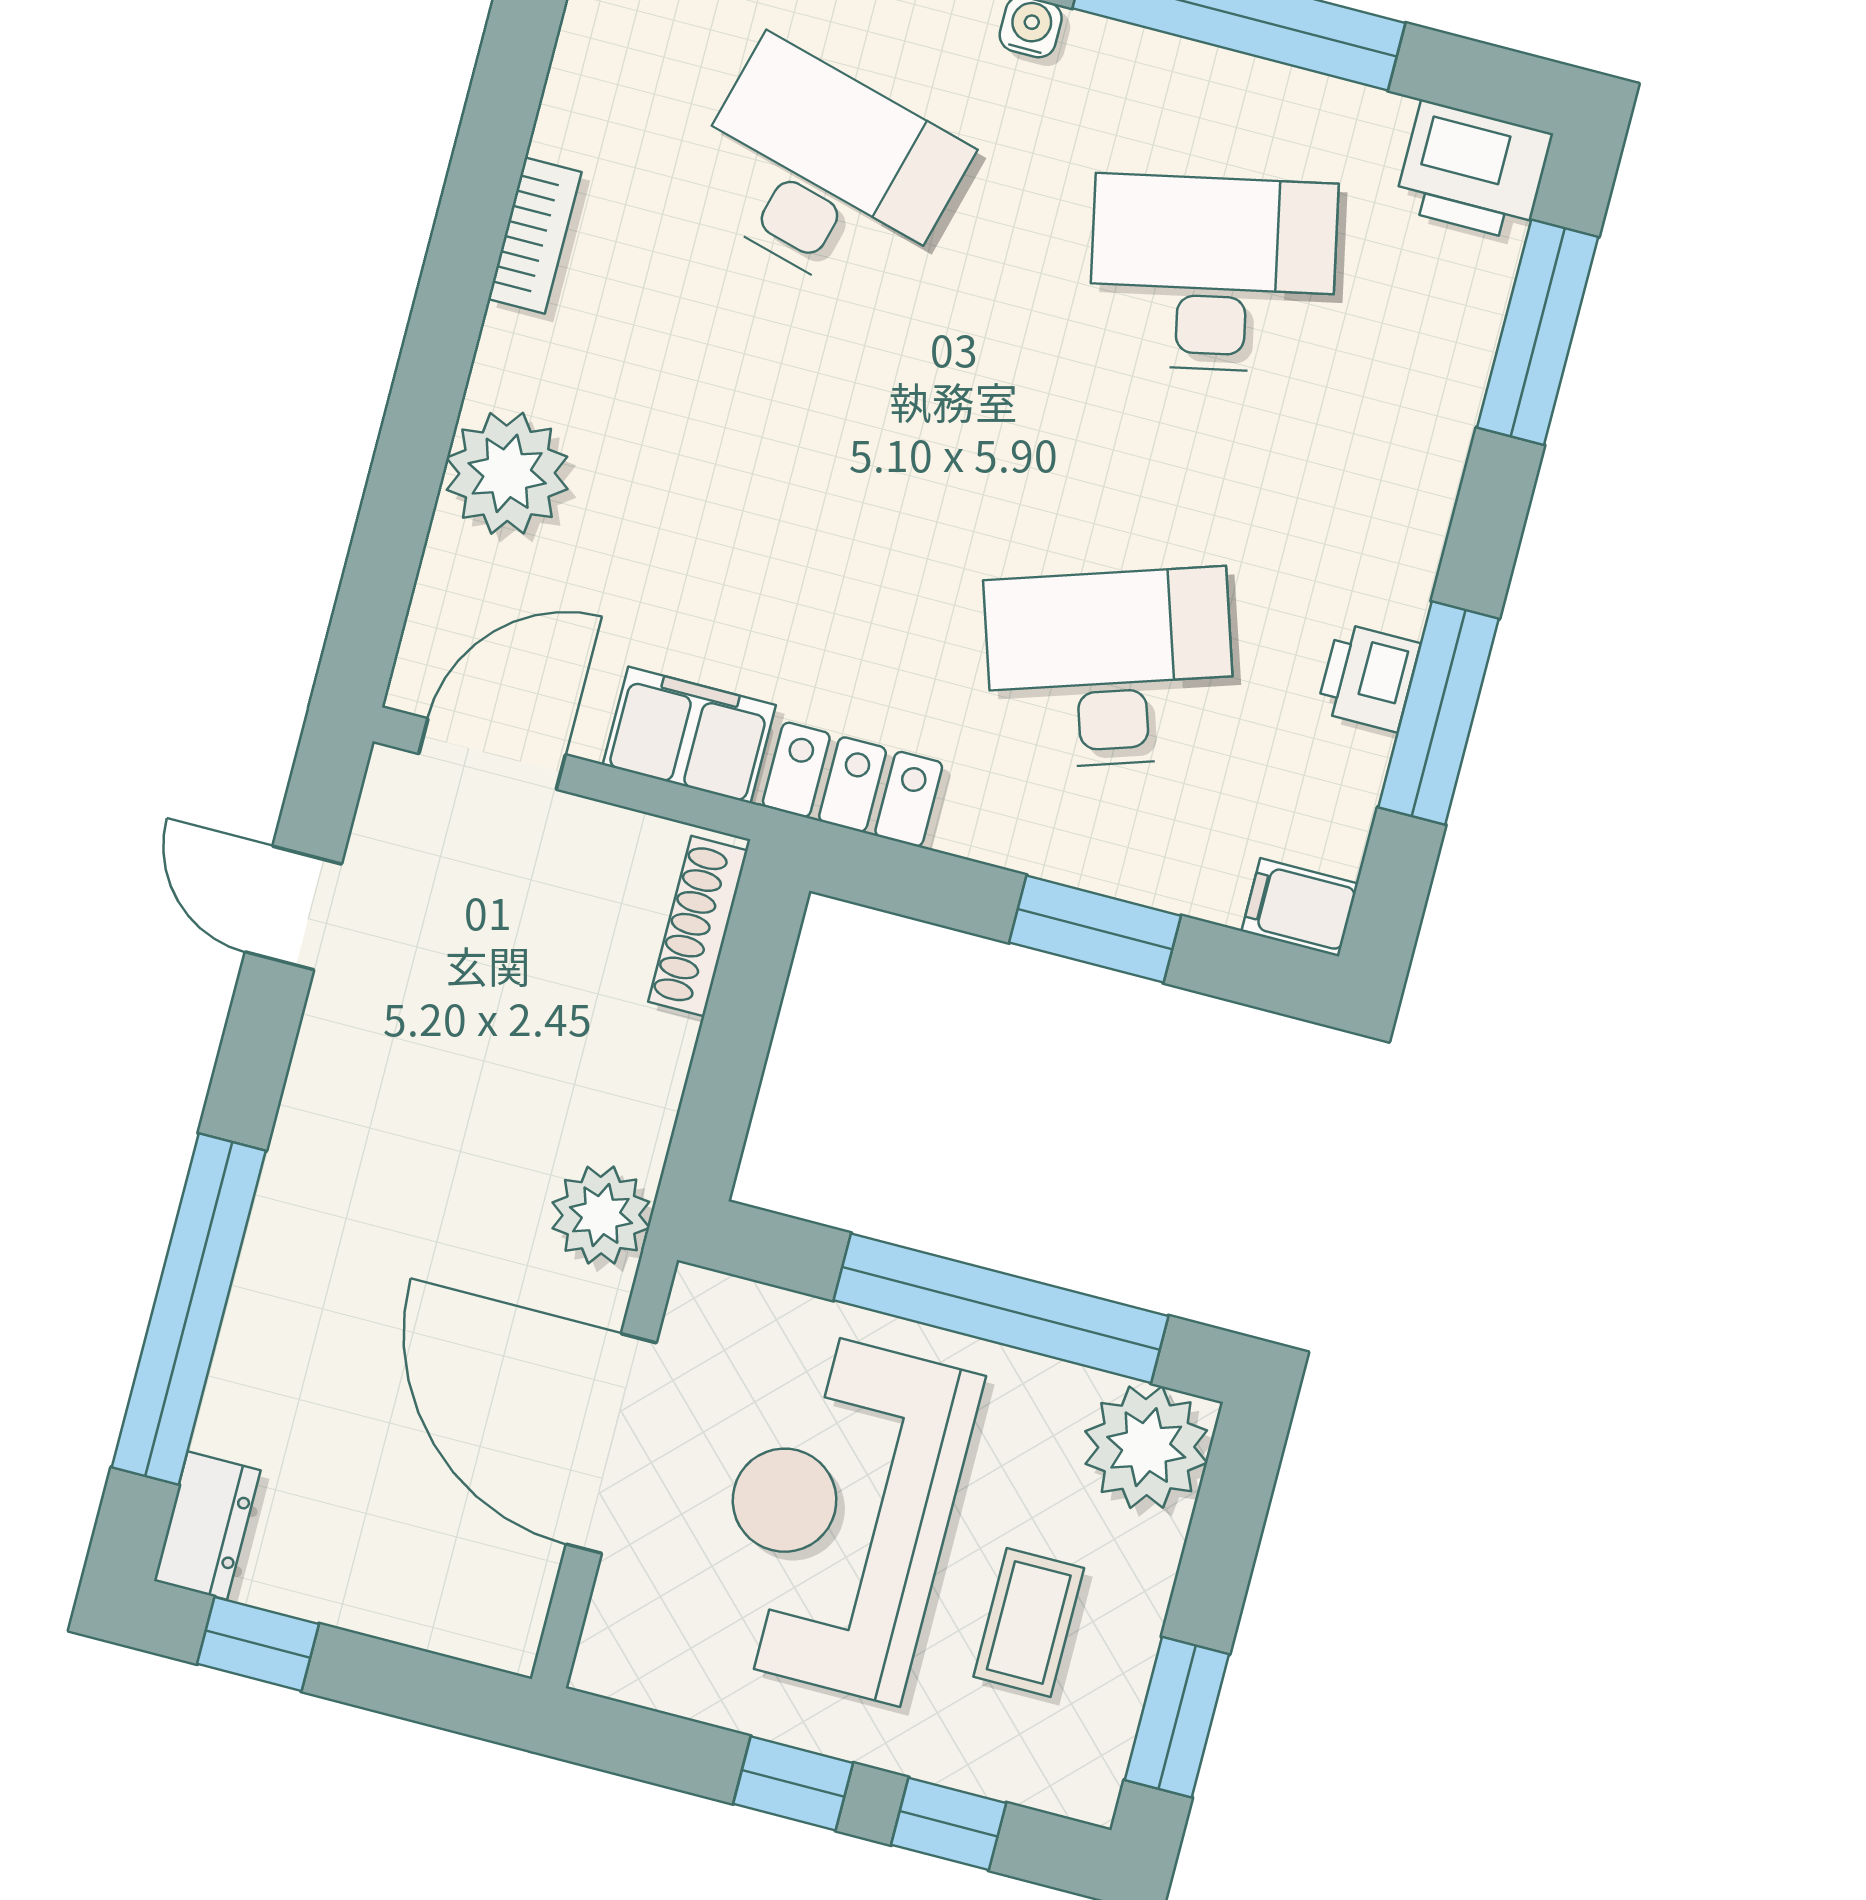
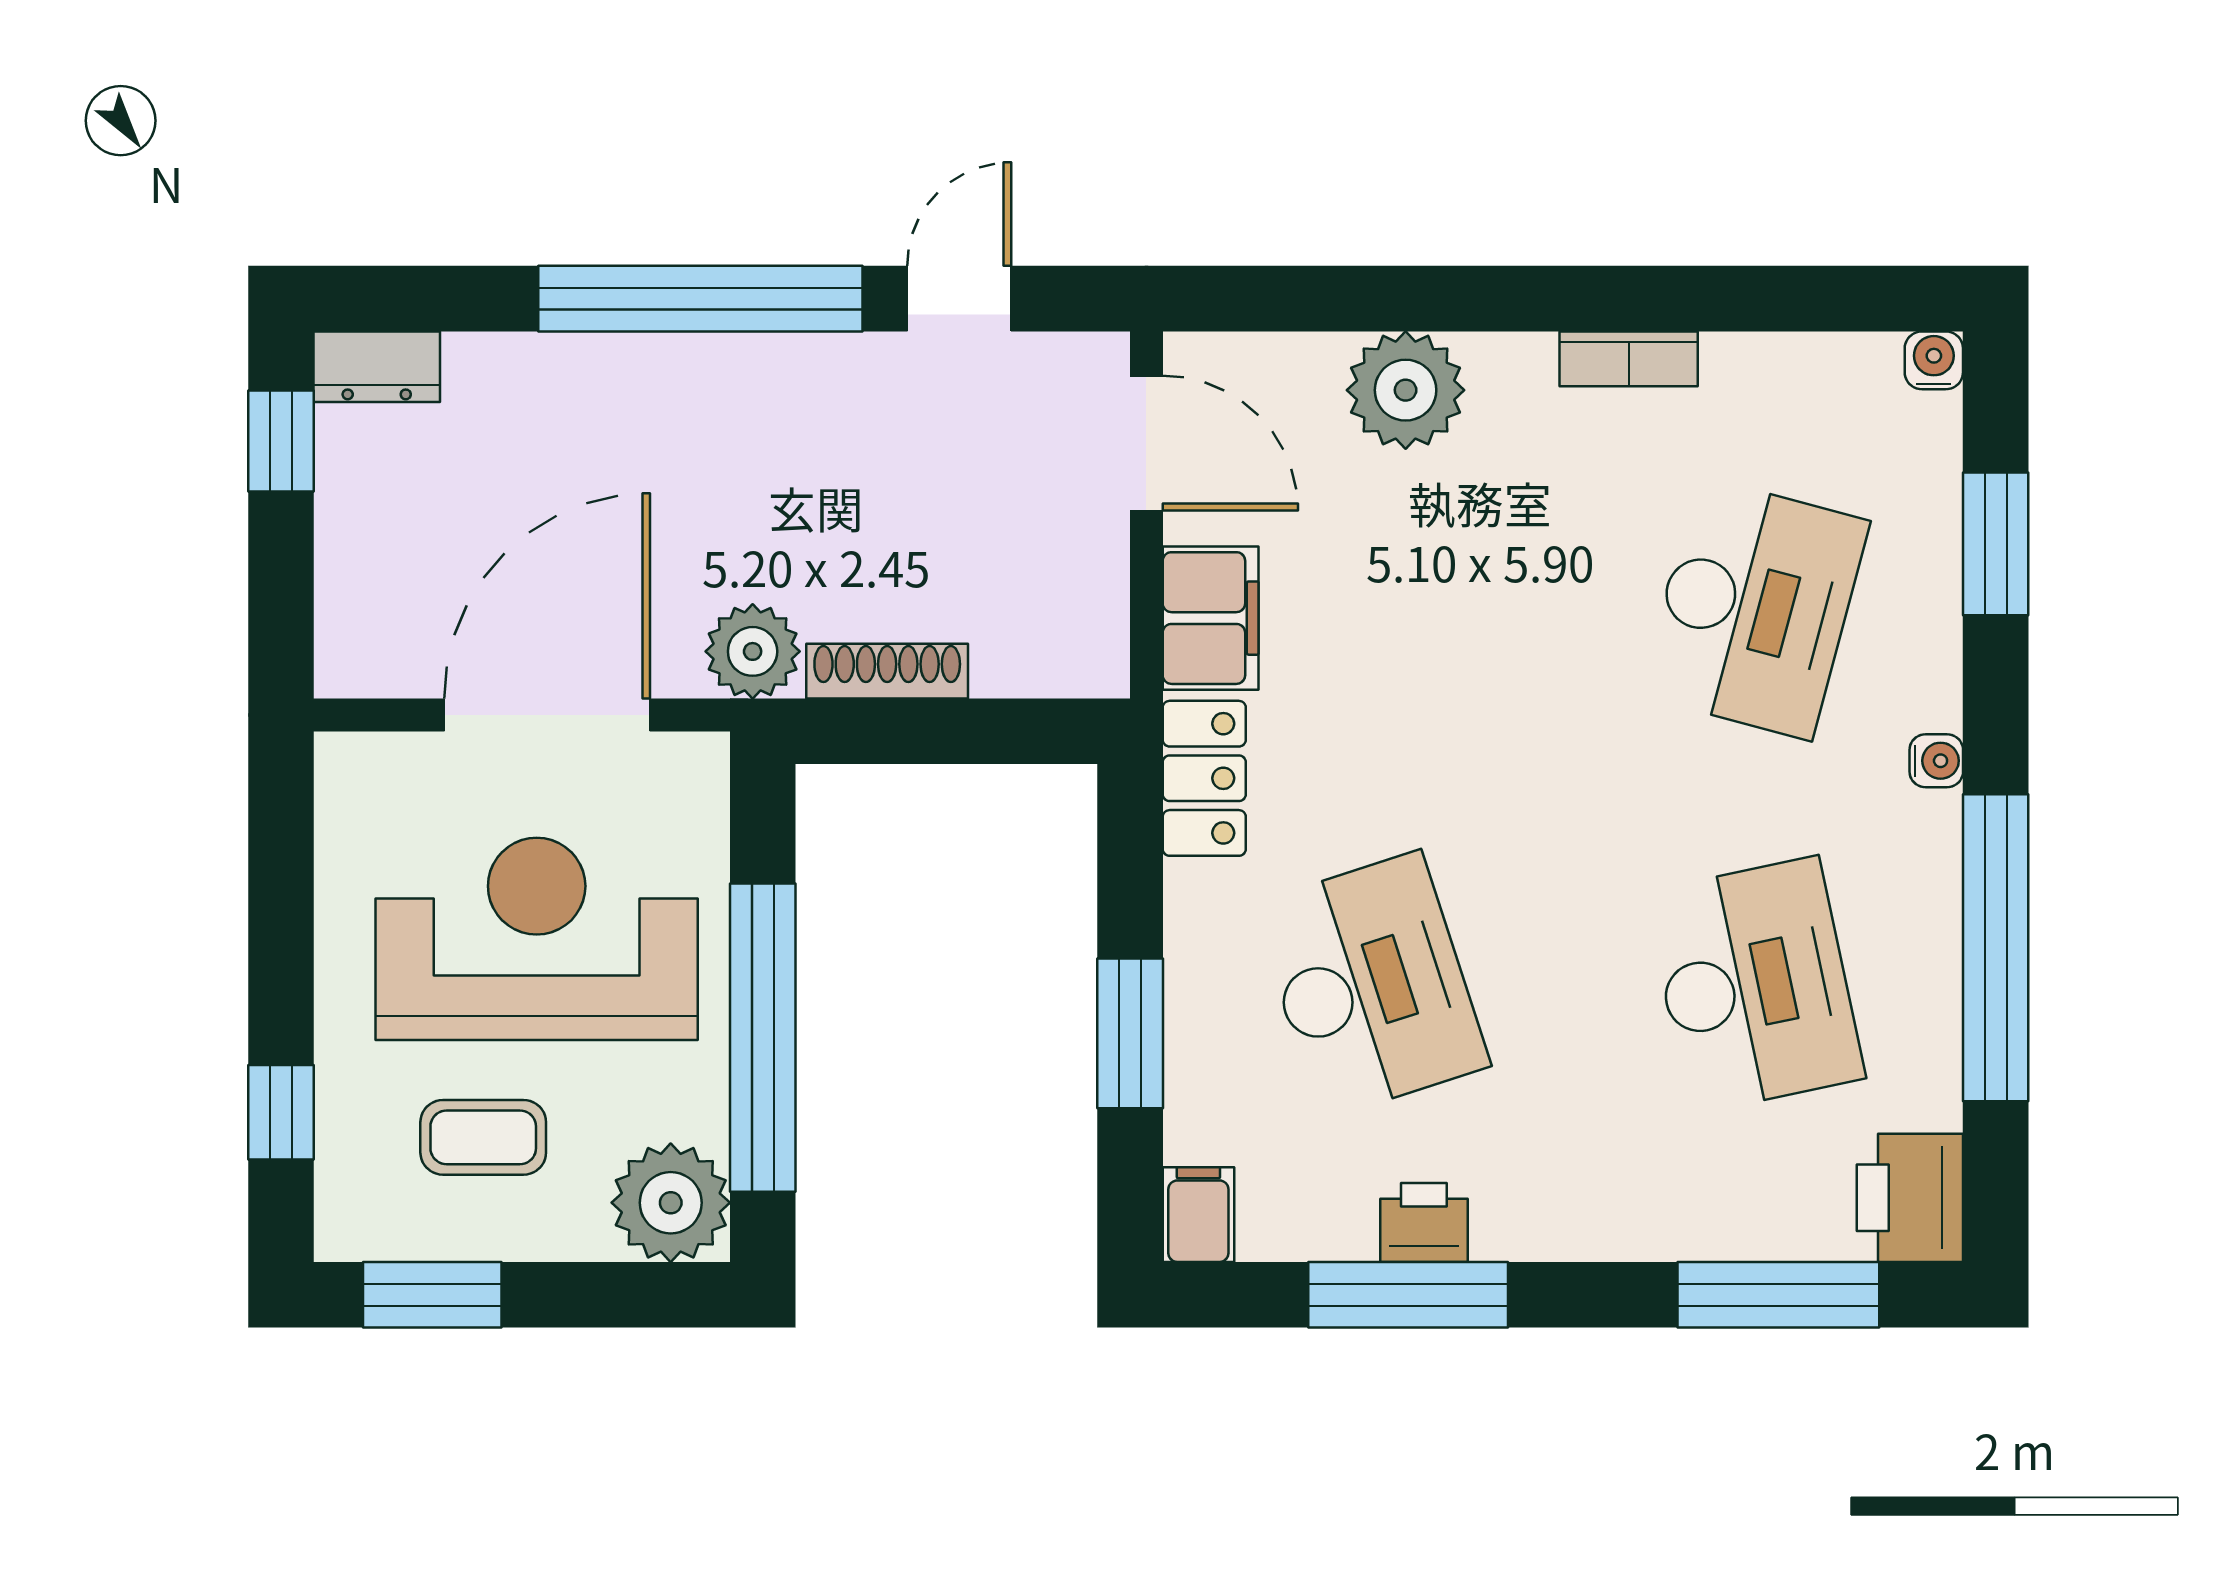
shoe rack: (698, 926) -> (887, 671), moved
window: (189, 1309) -> (700, 299), moved
window: (793, 1783) -> (281, 961), removed

